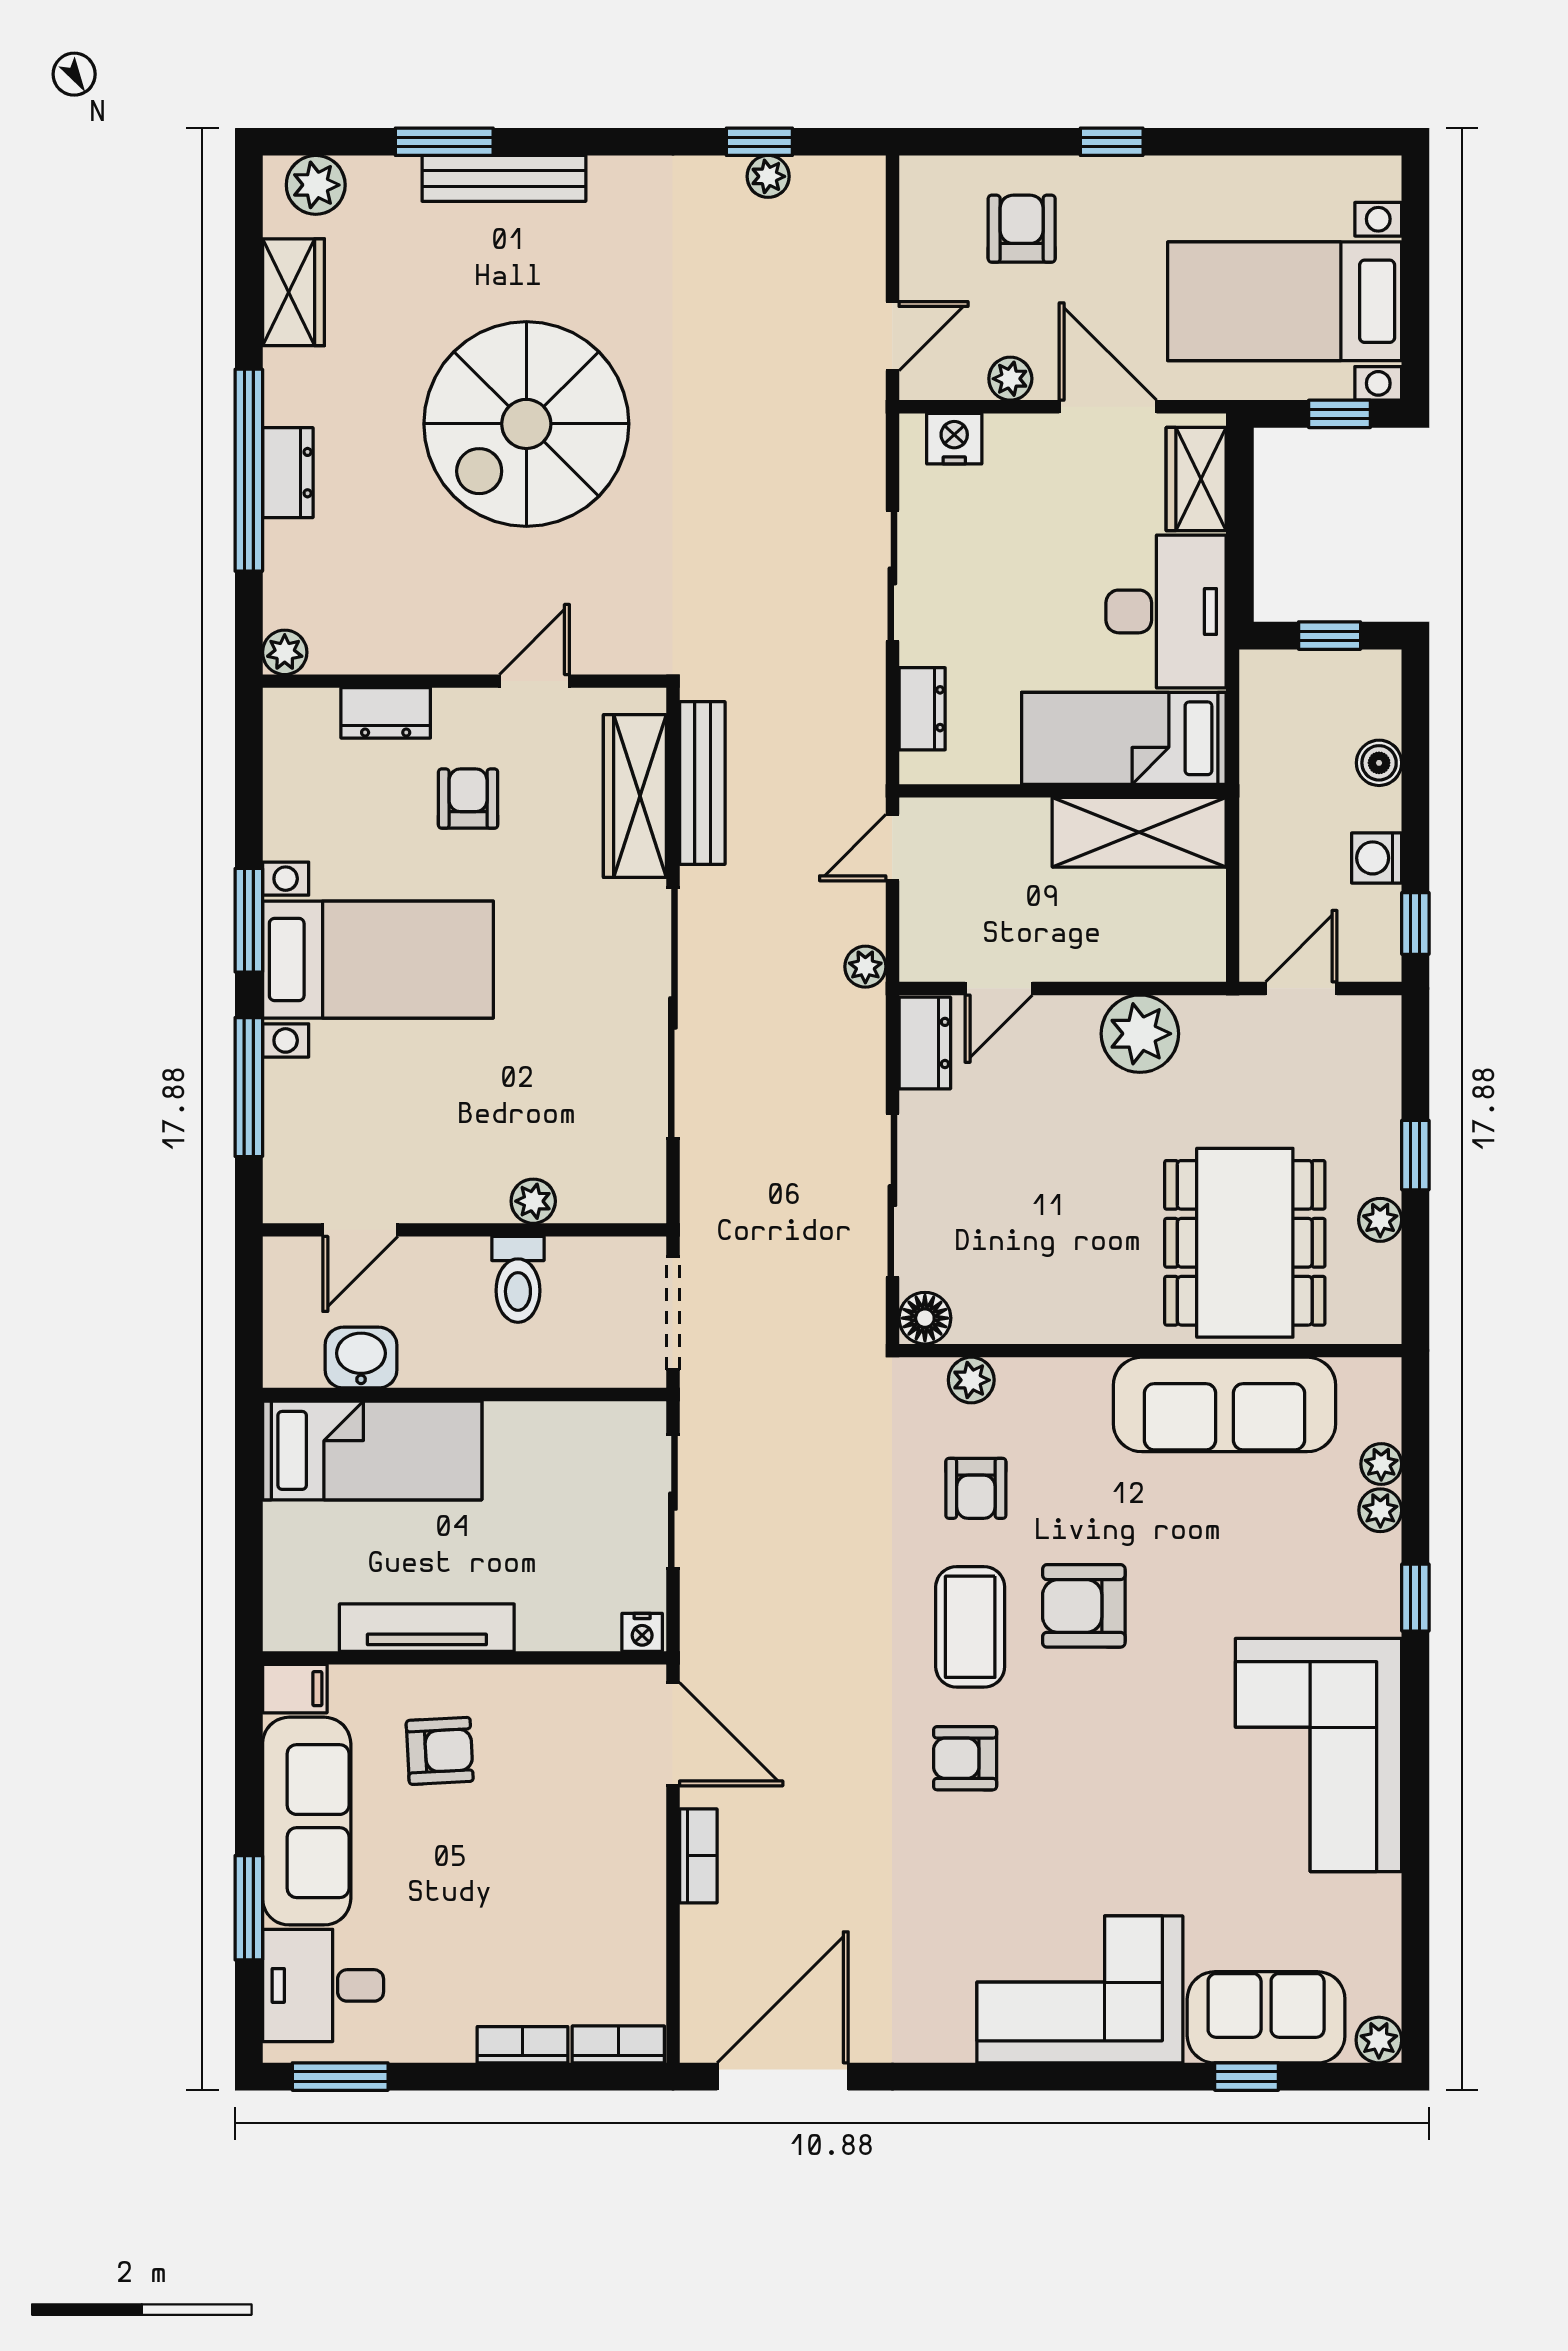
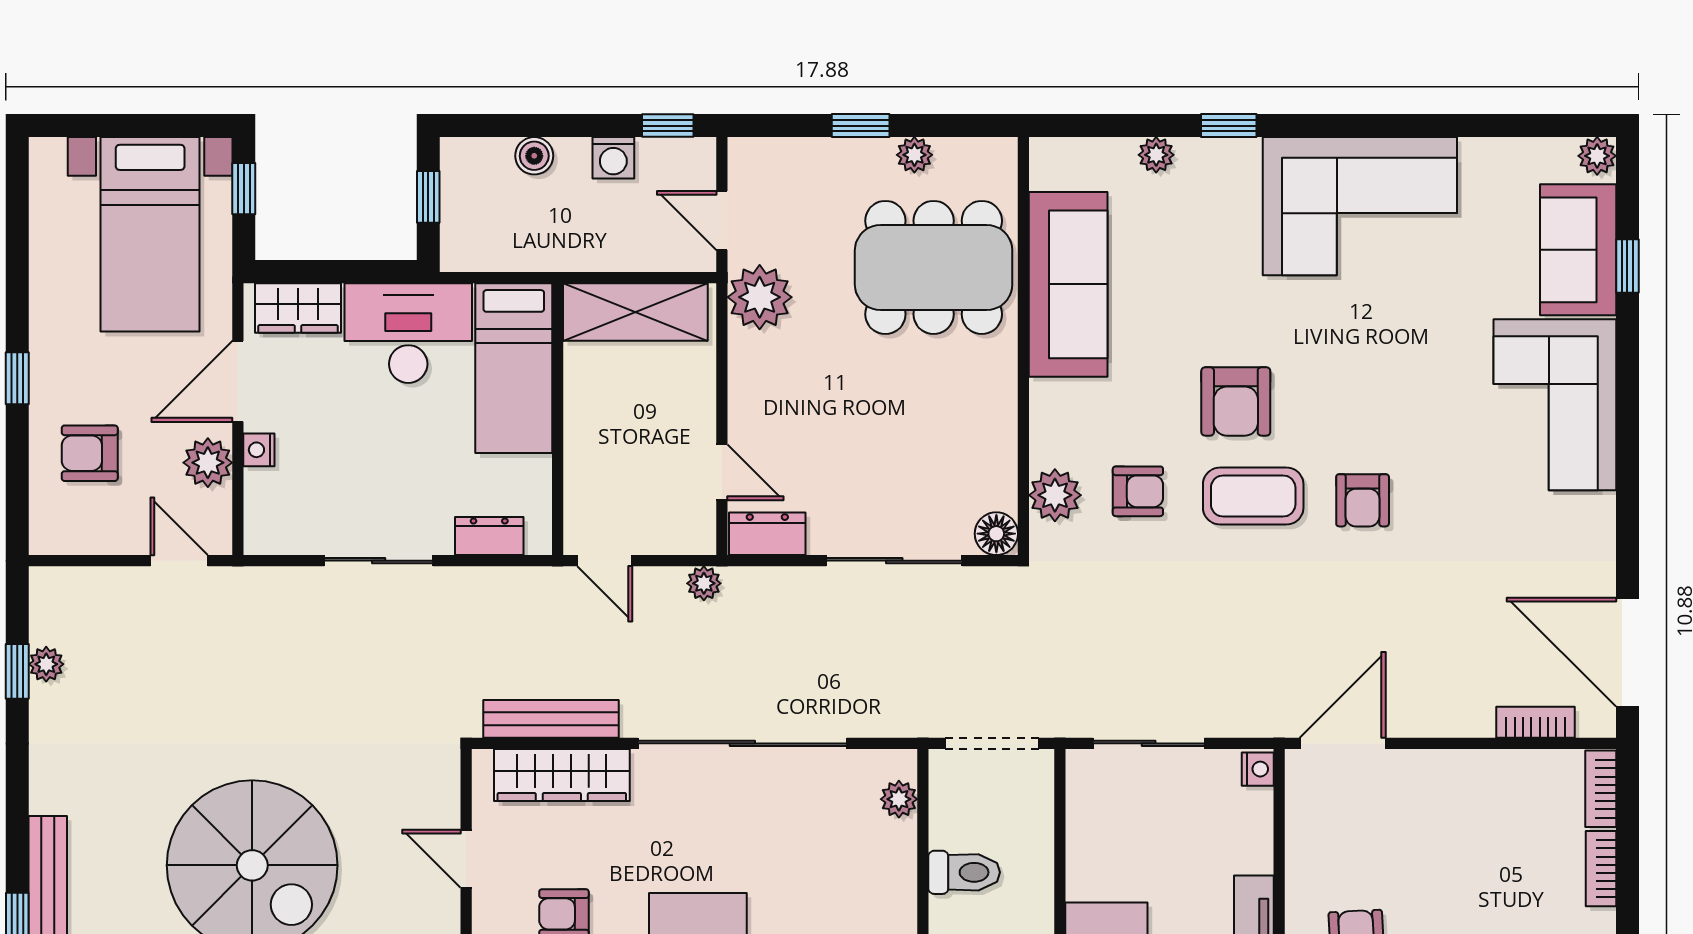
plant: (1010, 379) -> (208, 463), width x1.38, depth x1.38
nightstand: (954, 439) -> (259, 450), moved, width x0.72, depth x0.74
shelving: (1139, 832) -> (635, 312), moved, turned 90
plant: (1140, 1034) -> (760, 297), moved
plant: (533, 1201) -> (899, 799), moved
plant: (971, 1380) -> (1055, 495), width x1.38, depth x1.38
plant: (1381, 1464) -> (1118, 154), removed
bookcase: (698, 1856) -> (1536, 722), moved

